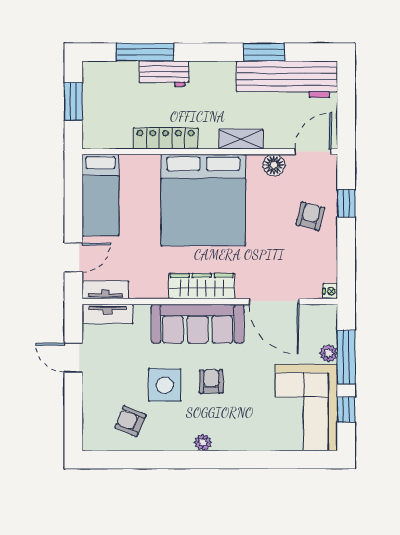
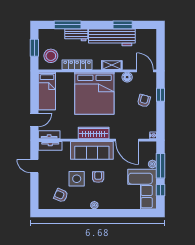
workbench: (287, 79) -> (112, 37), moved
stool: (109, 119) -> (51, 56), added
door: (313, 152) -> (145, 71), hinge flipped

